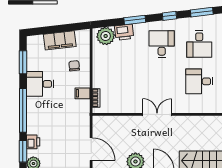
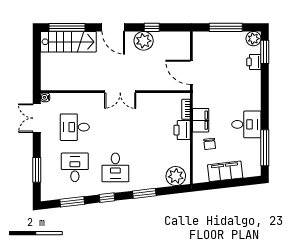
printer: (124, 32) -> (182, 130), moved, turned -83
window: (23, 62) -> (265, 148), width x1.44
desk: (199, 81) -> (75, 127), turned 180
filing cabinet: (83, 93) -> (201, 120), width x2.00
window: (23, 110) -> (265, 96), removed
door: (91, 149) -> (191, 72), moved

